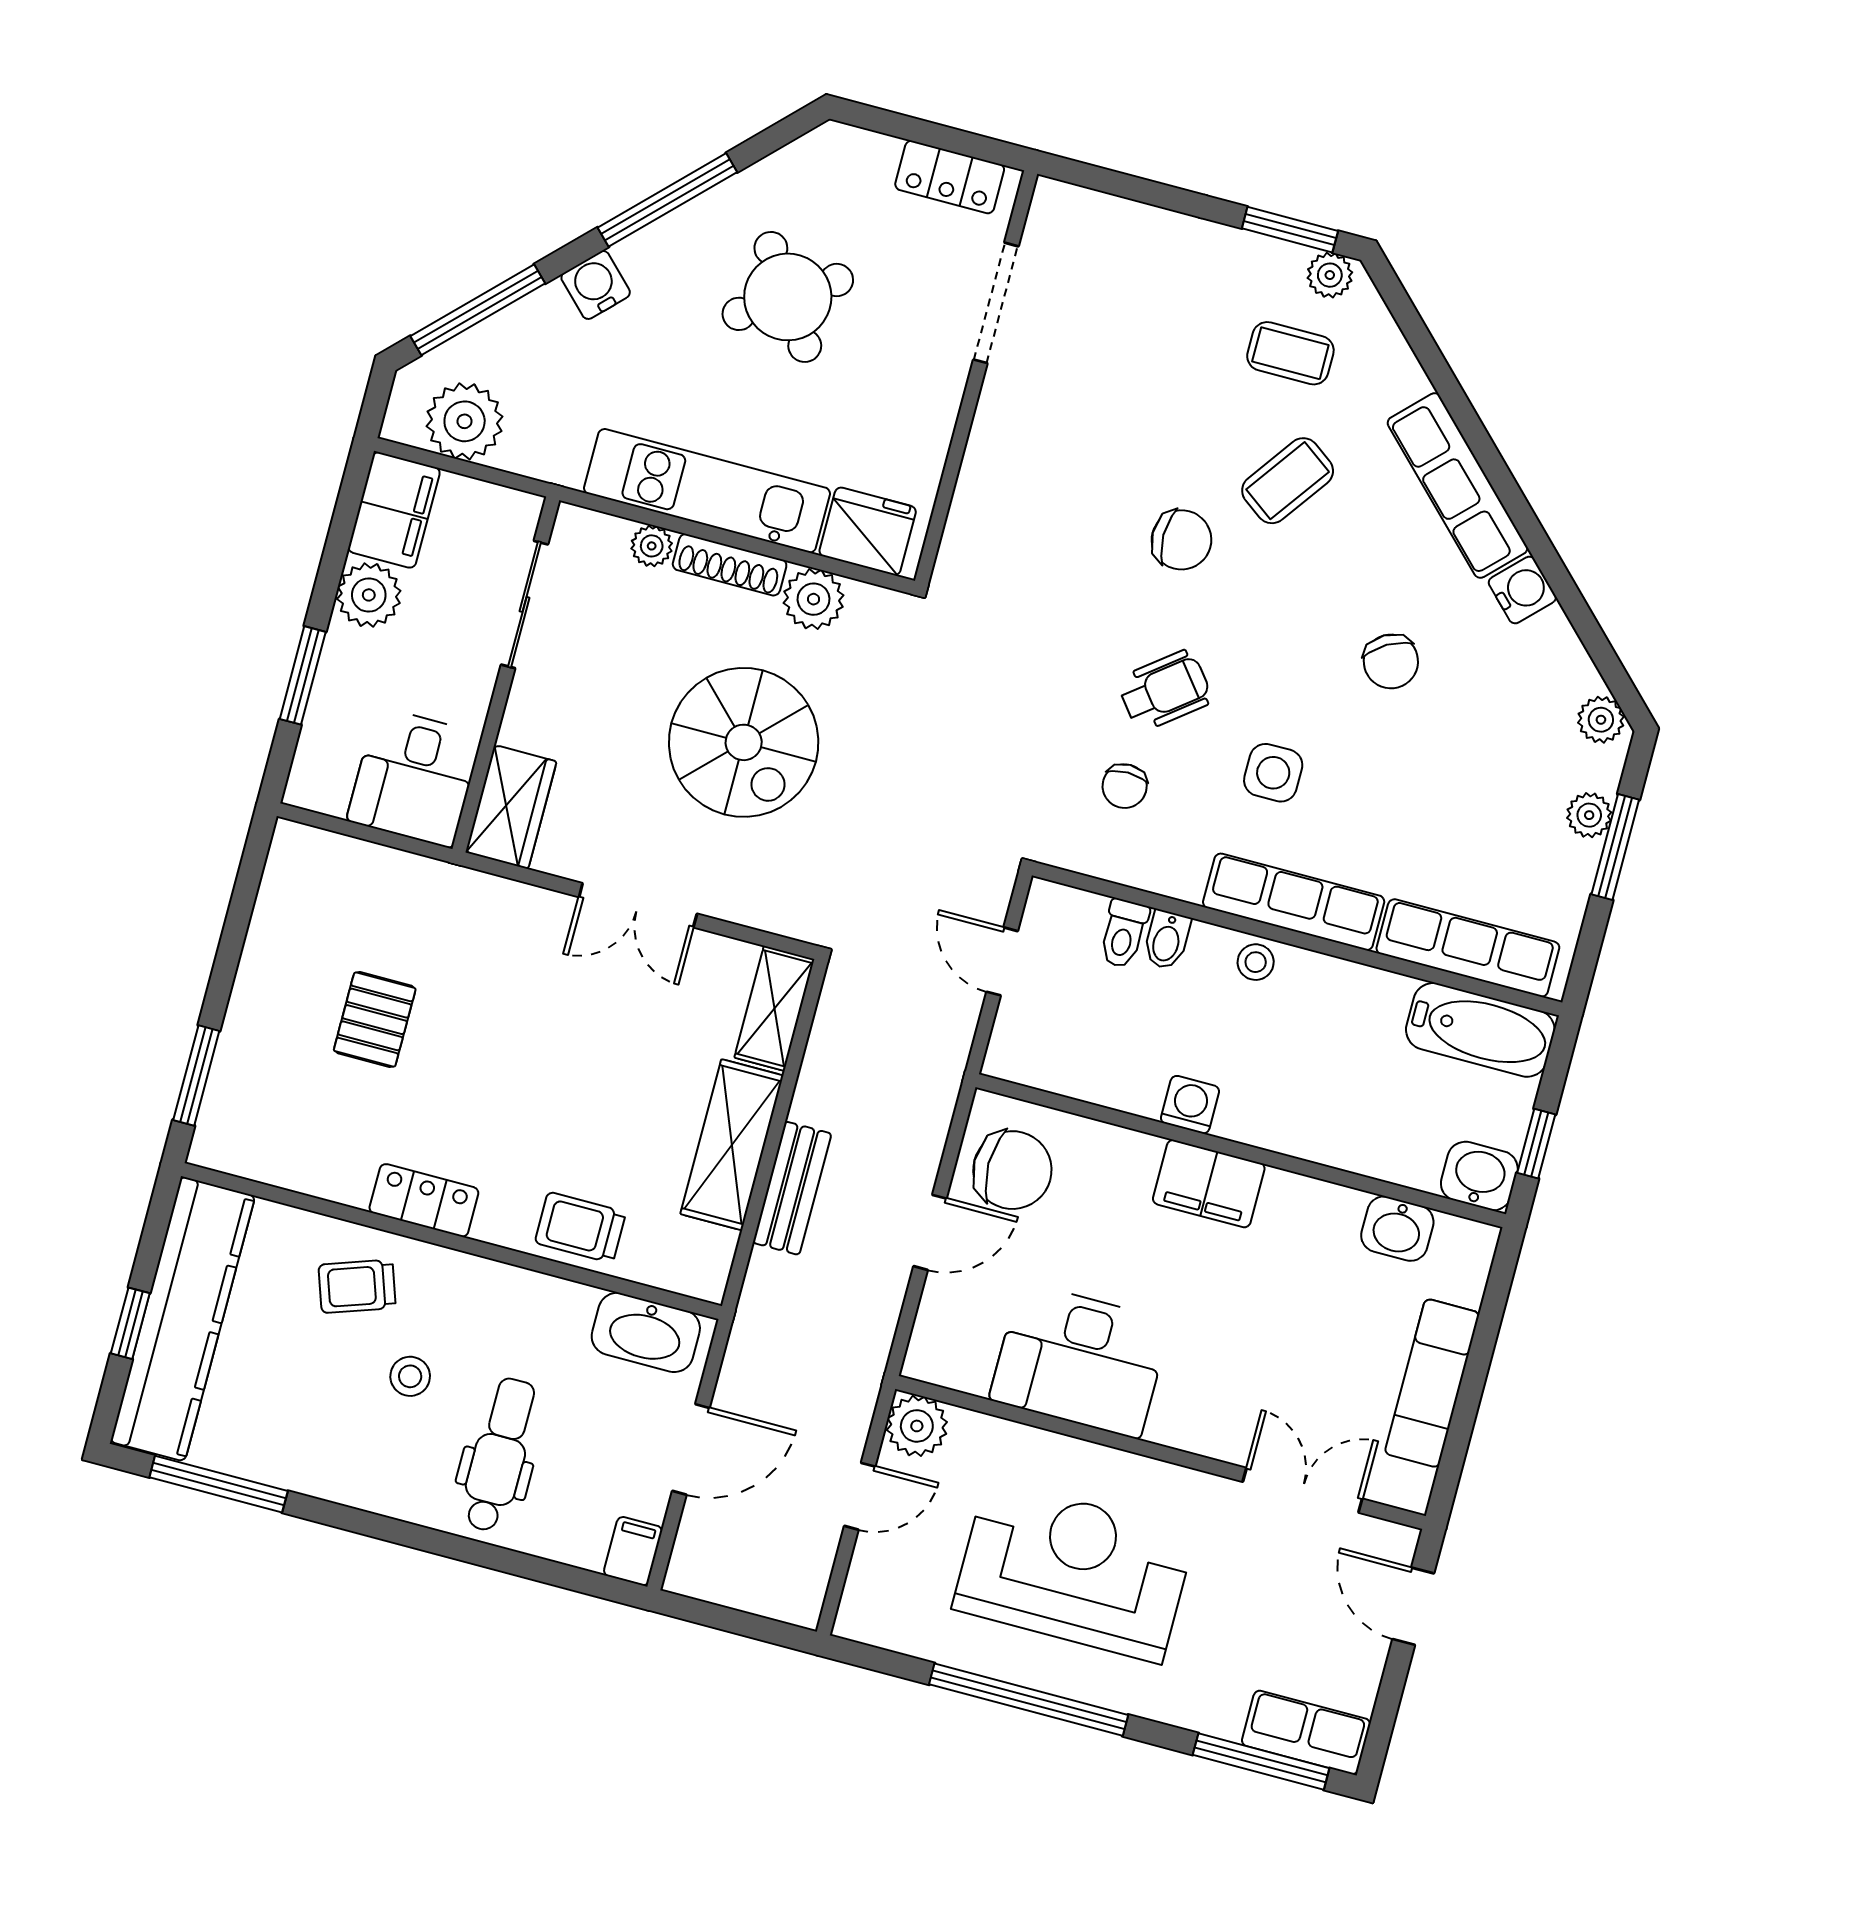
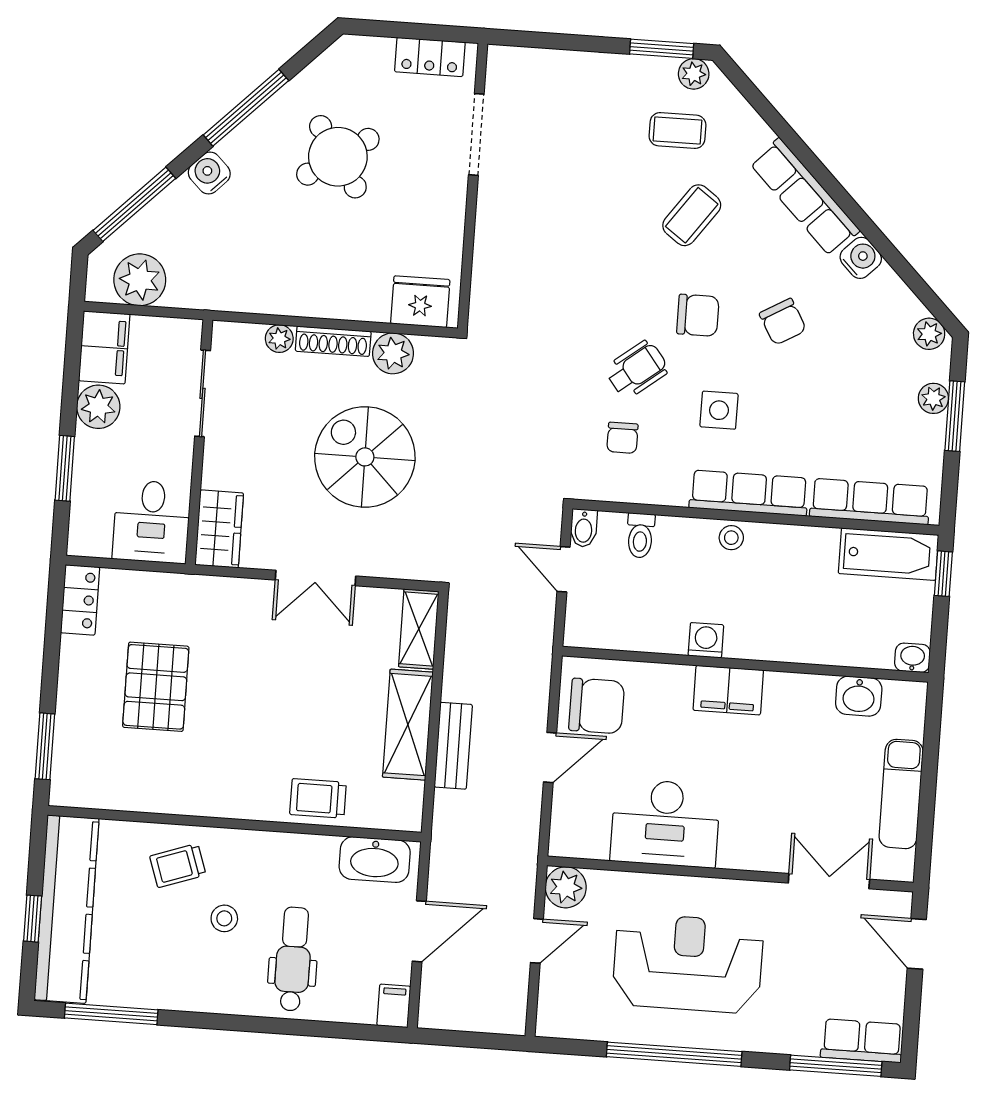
kitchen unit: (707, 491) -> (309, 295), removed
chair: (1181, 540) -> (698, 315), moved
spiral stairs: (744, 742) -> (365, 457), turned 180
bidet: (1167, 940) -> (584, 528), moved
pallet: (375, 1020) -> (156, 687), width x1.50, depth x1.42
window: (1536, 1144) -> (943, 574), moved
washbasin: (1479, 1176) -> (912, 658), width x0.72, depth x0.69
locker: (424, 1200) -> (80, 600), moved, turned 90

